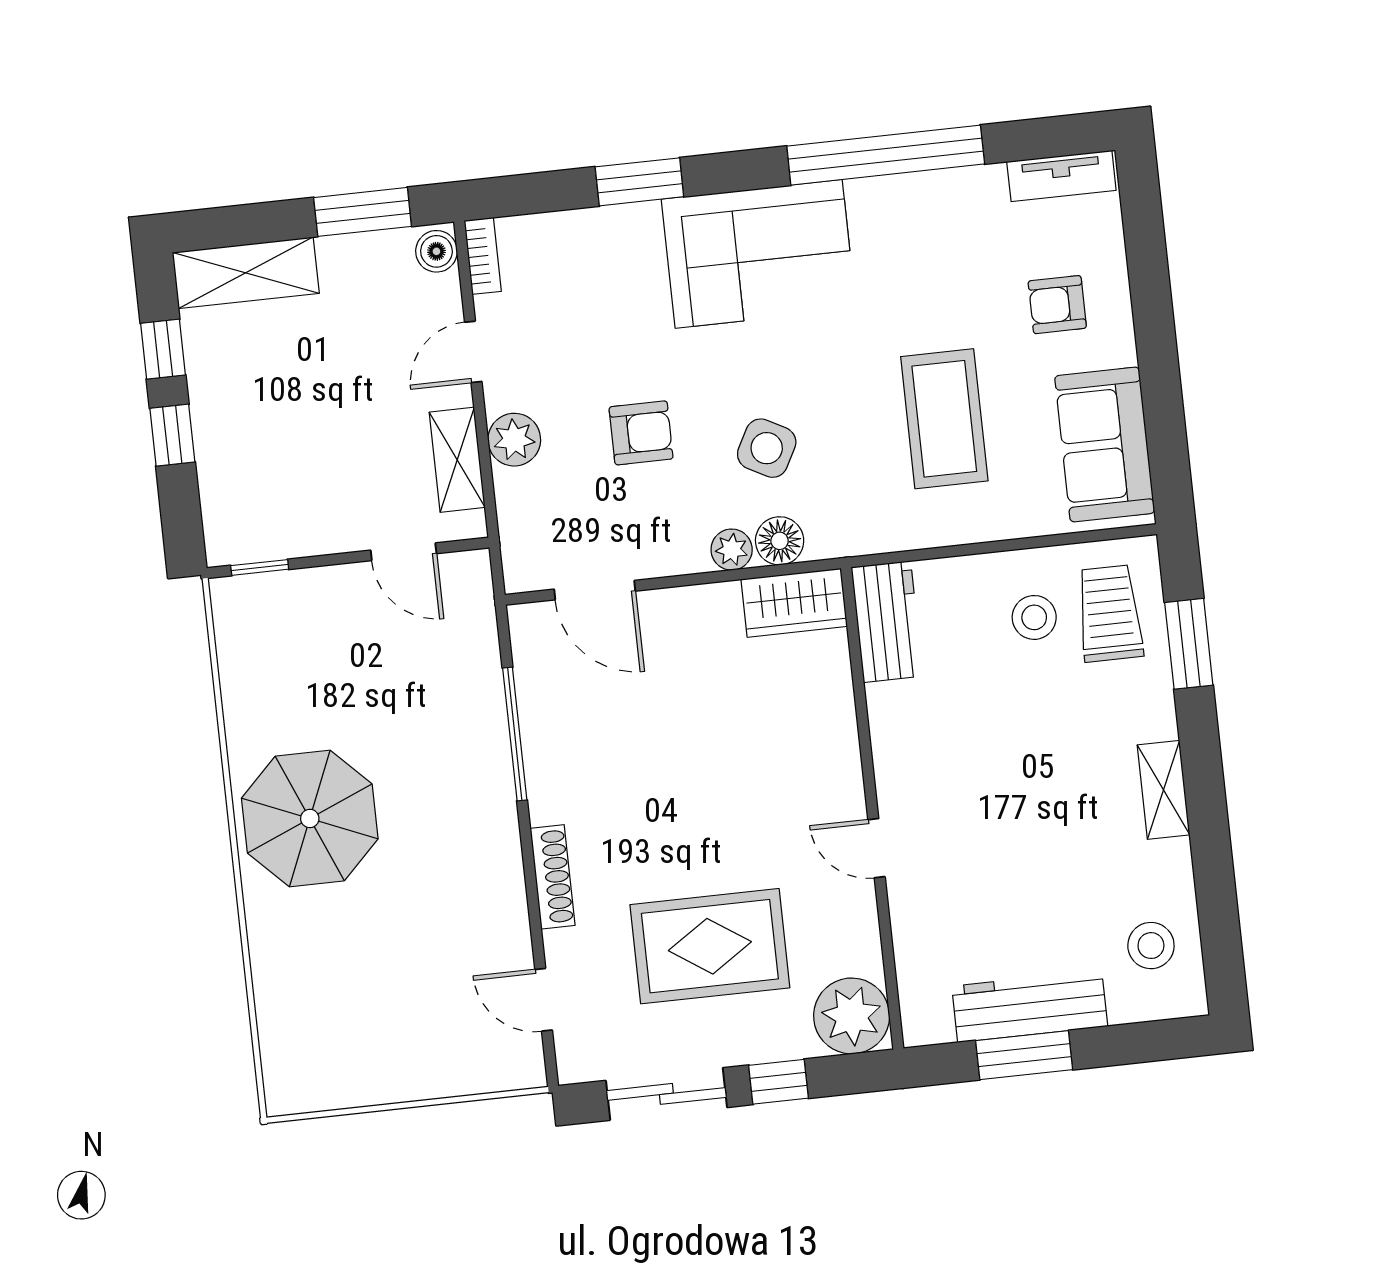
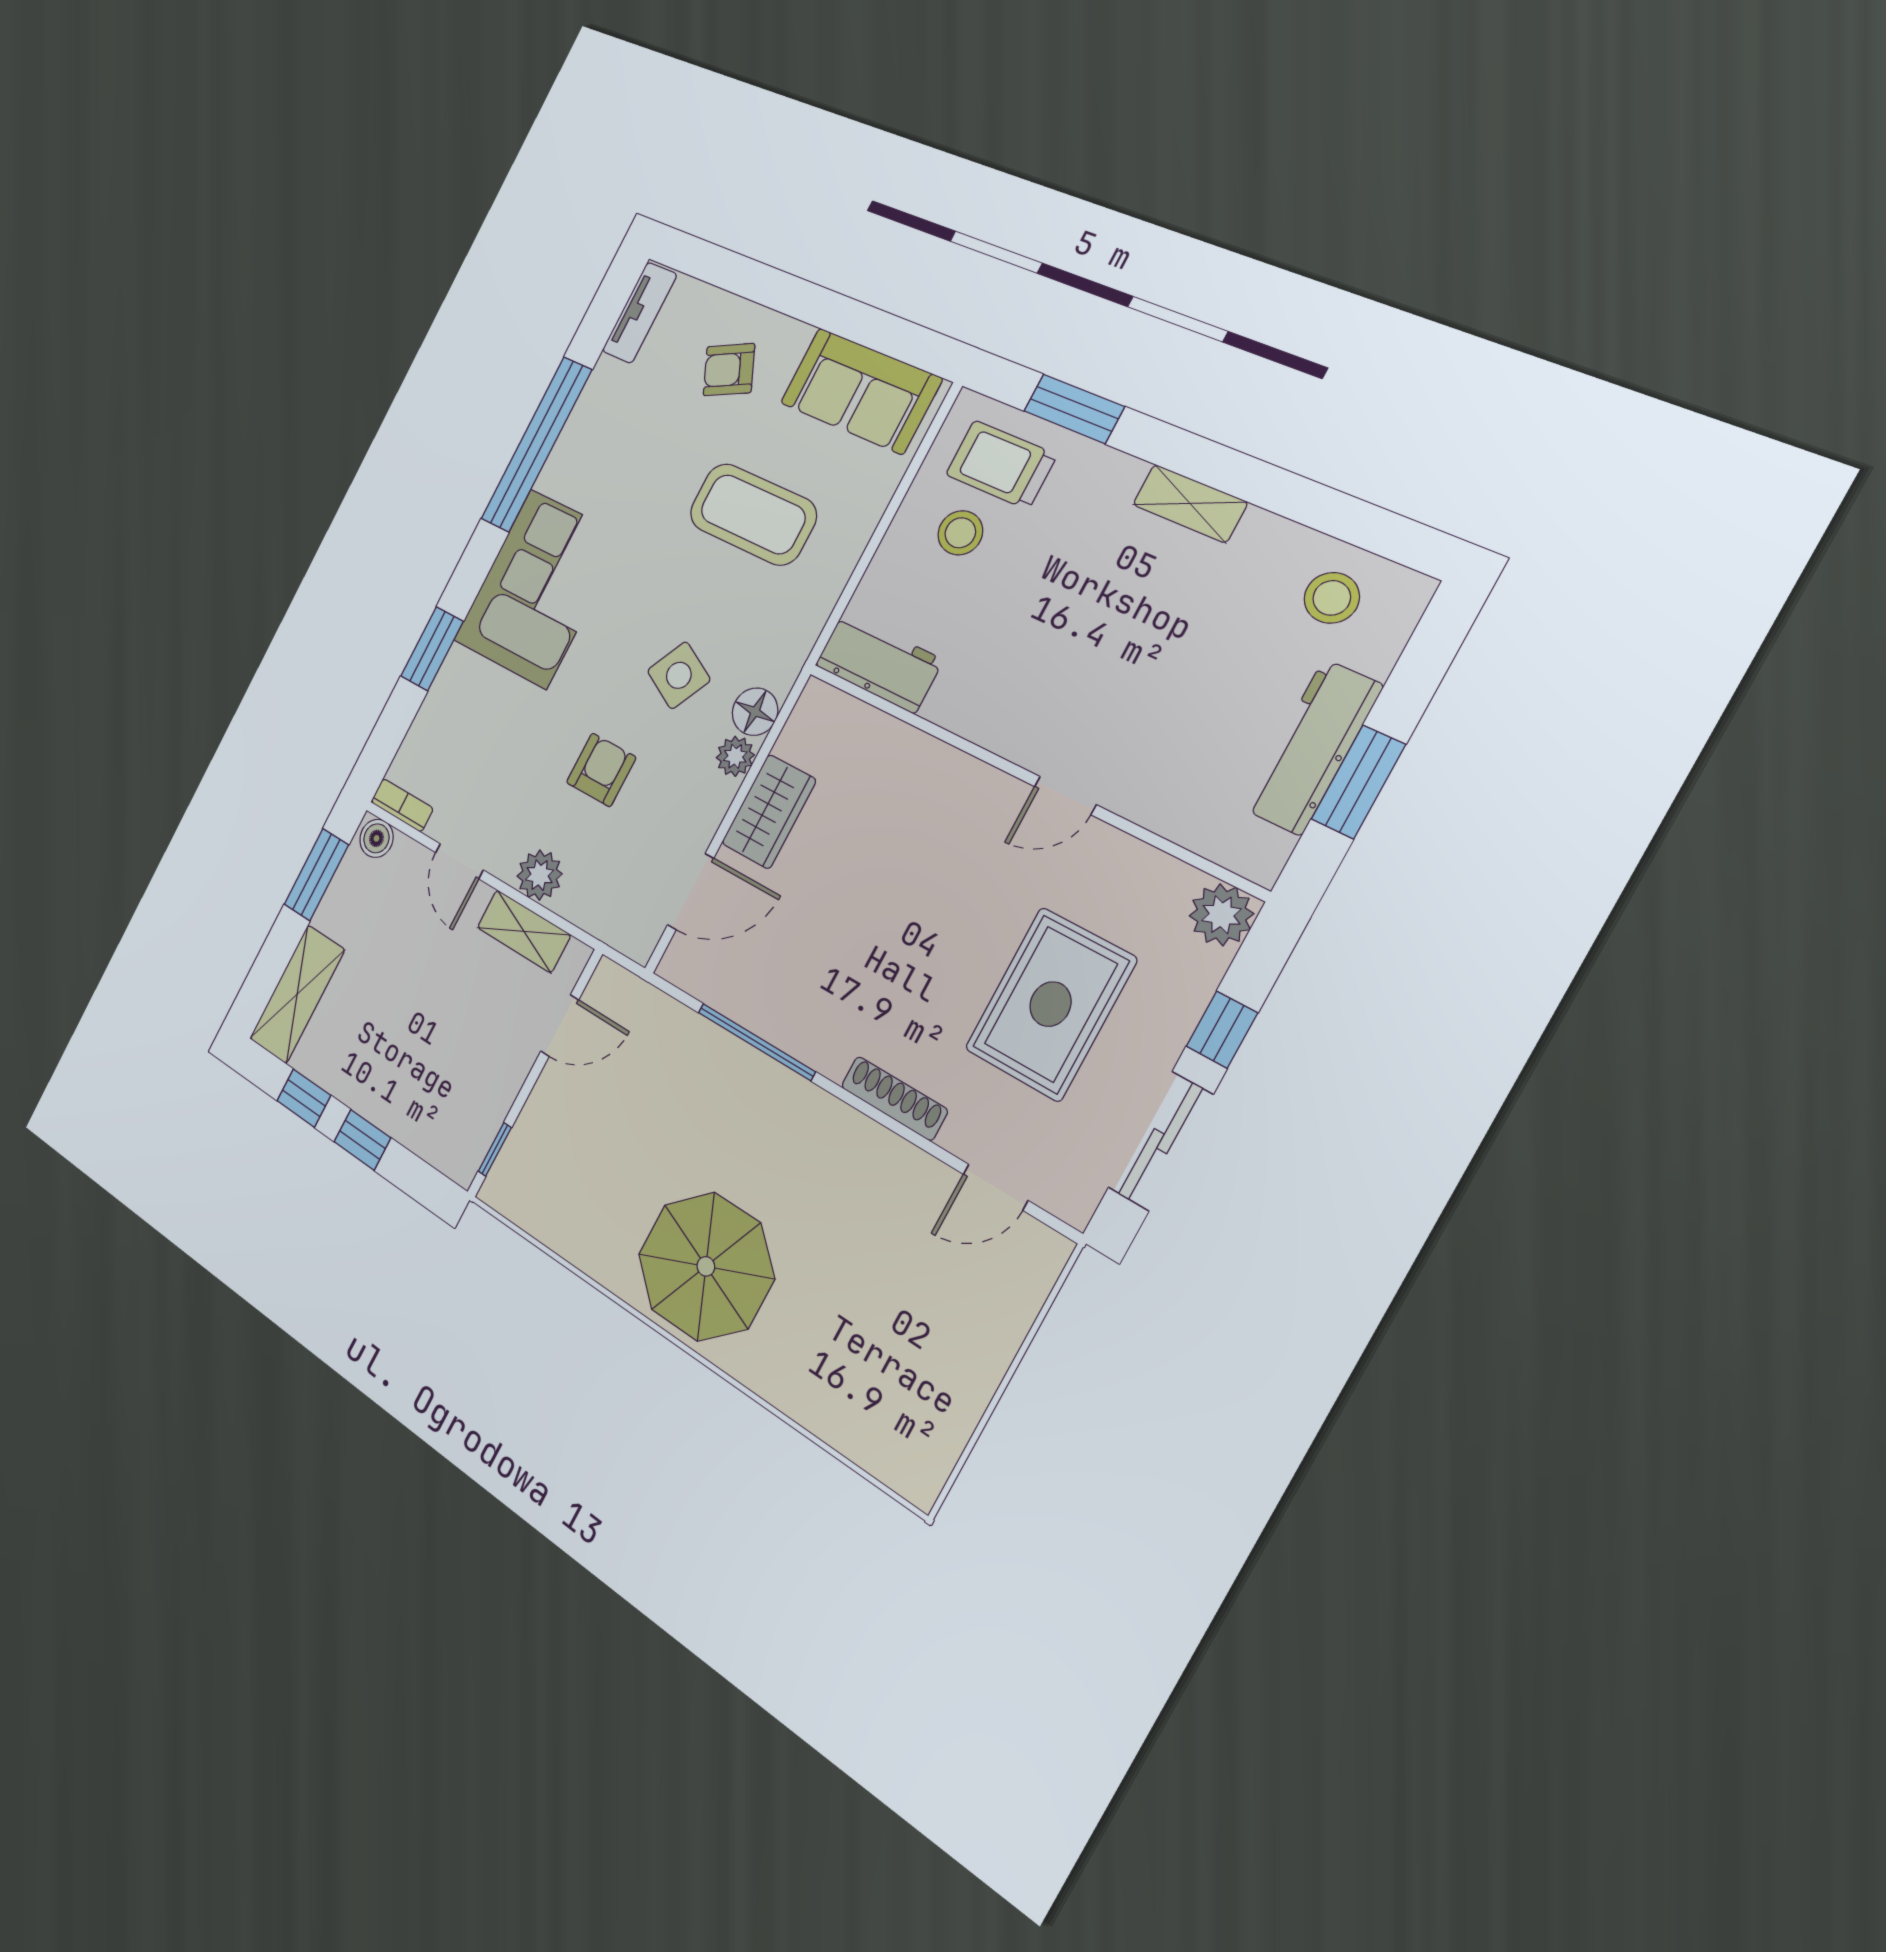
armchair: (1057, 305) -> (729, 370), turned 65
wardrobe: (794, 603) -> (769, 812), moved
plant: (852, 1016) -> (1221, 915), width x0.73, depth x0.73

